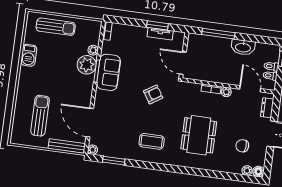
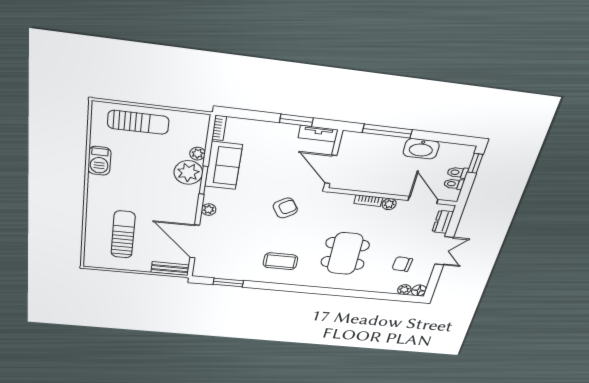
tv unit: (160, 34) -> (318, 134), moved
sofa: (109, 72) -> (224, 166), moved
bench: (67, 146) -> (170, 269), width x0.73
plant: (93, 150) -> (209, 210), moved

